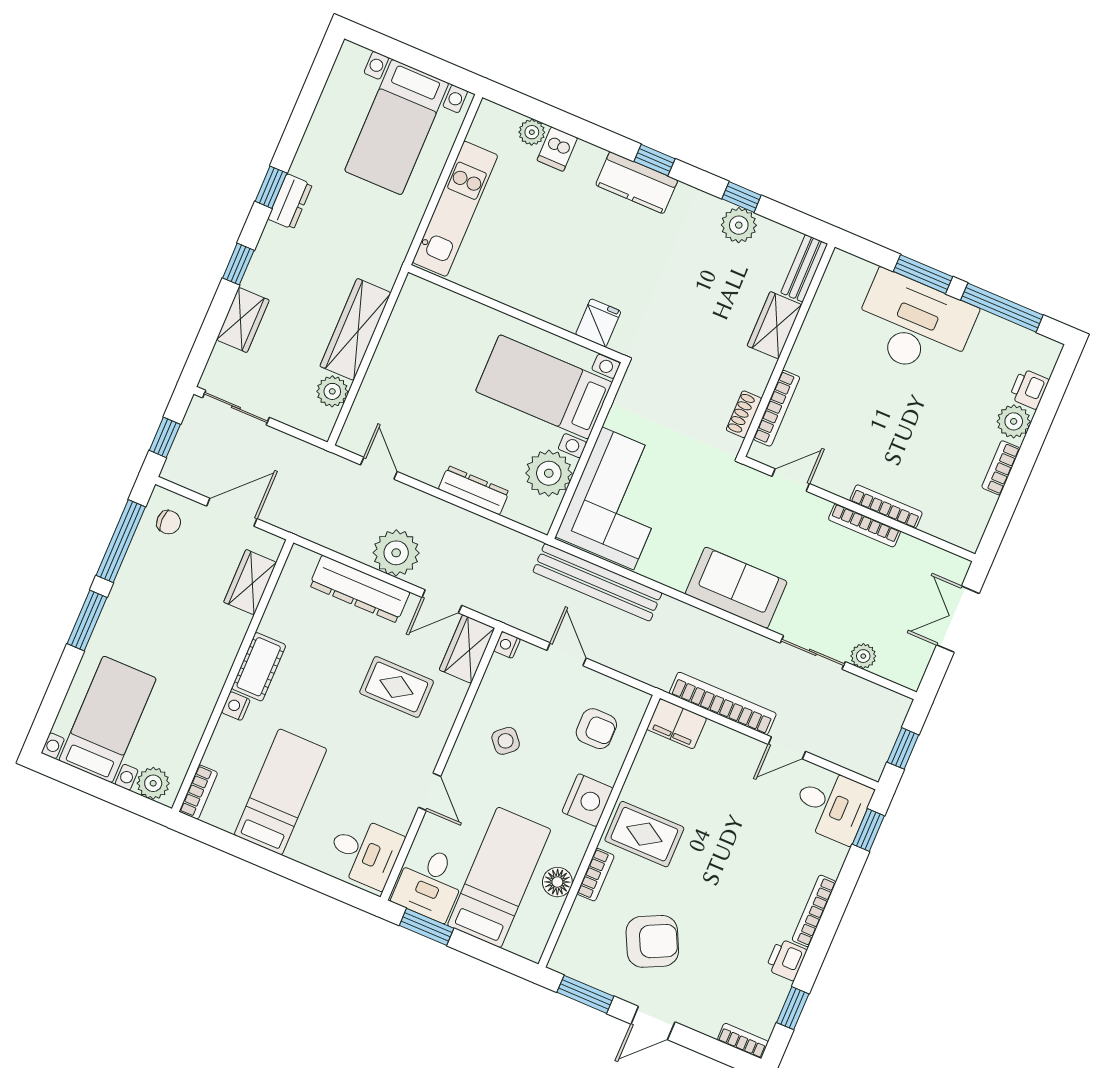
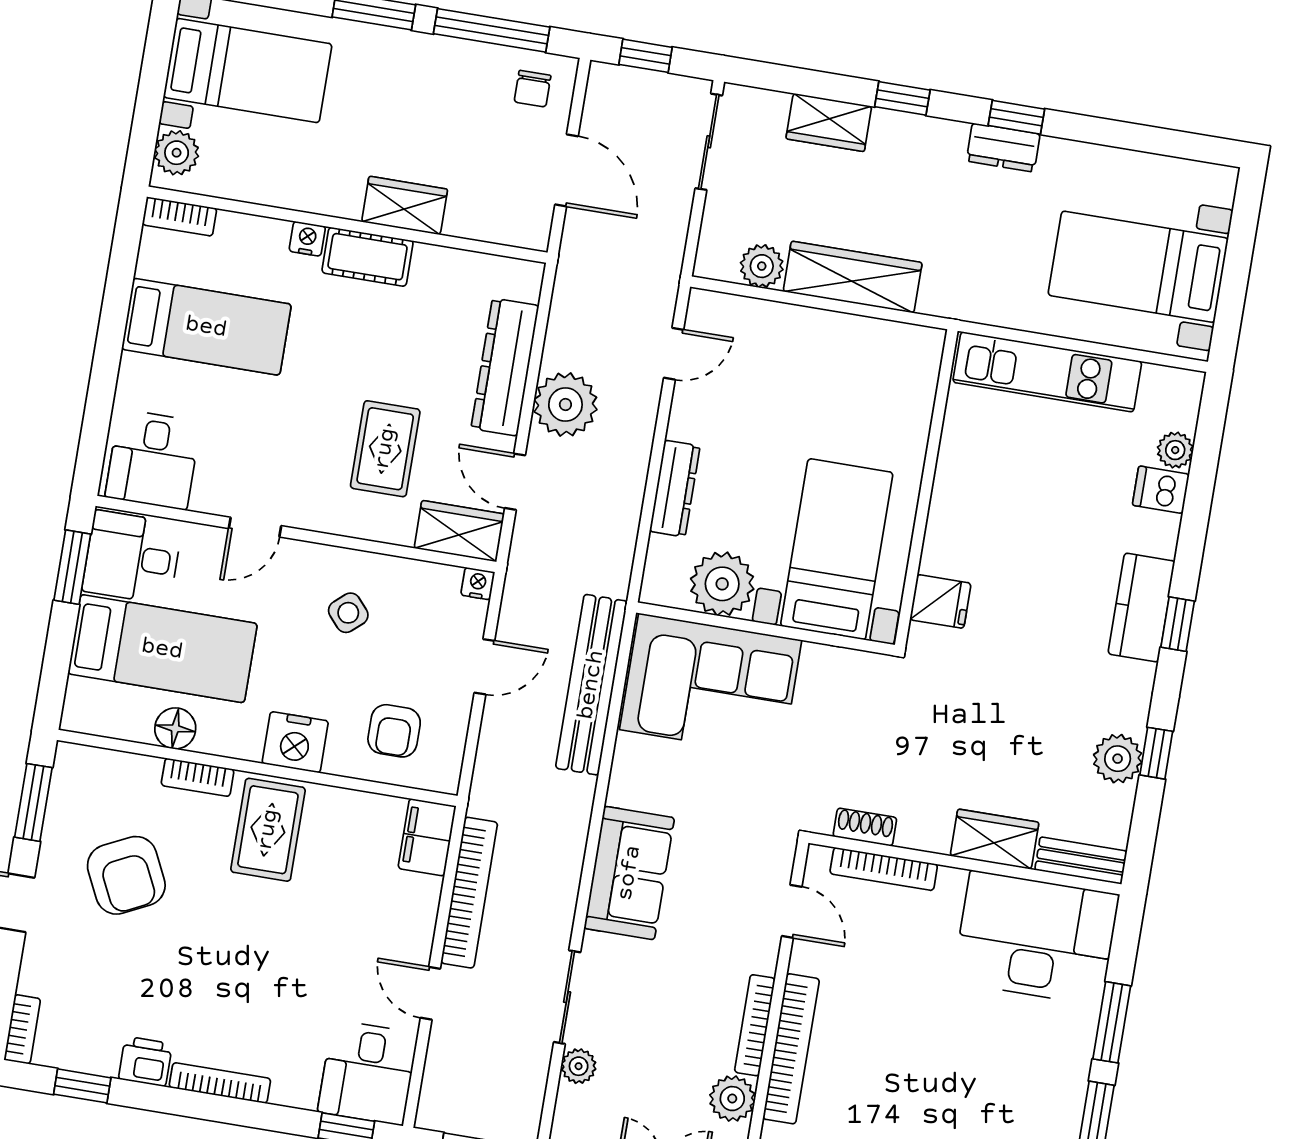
desk: (914, 325) -> (1036, 938), moved, turned -90
bookcase: (886, 506) -> (791, 1049), width x1.48, depth x1.31
plant: (912, 554) -> (732, 1099), added
wardrobe: (250, 582) -> (405, 205), moved

